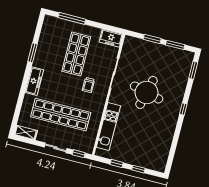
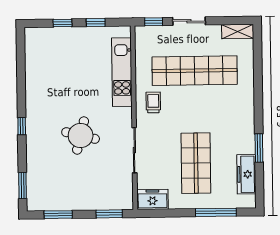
window: (152, 39) -> (109, 214), moved
freezer: (34, 81) -> (246, 174), moved
trolley: (88, 85) -> (153, 102), moved
round table: (147, 92) -> (81, 135), width x0.73, depth x0.73

